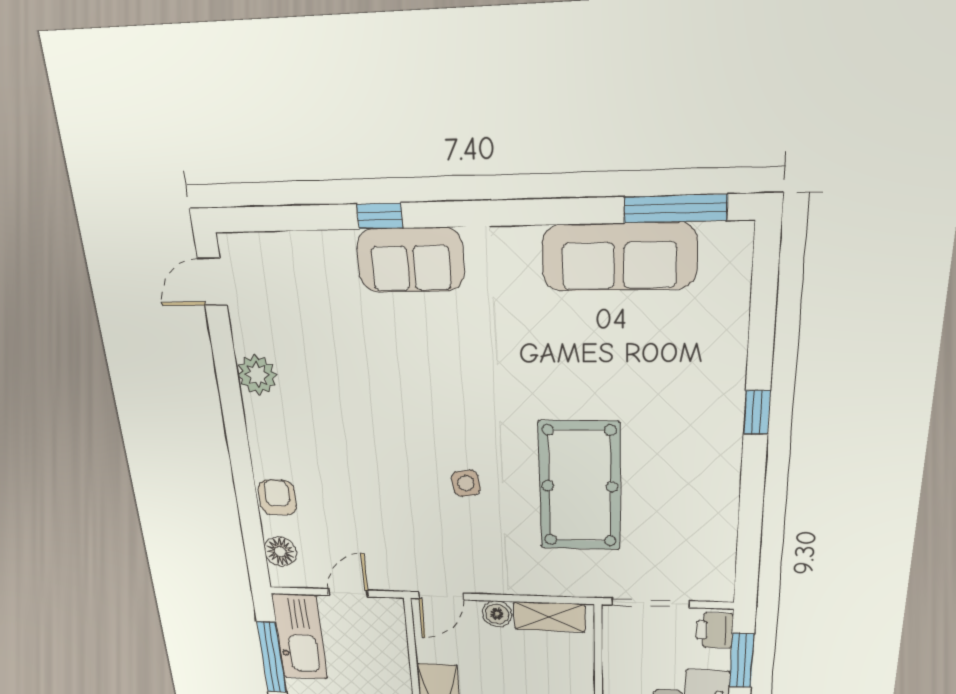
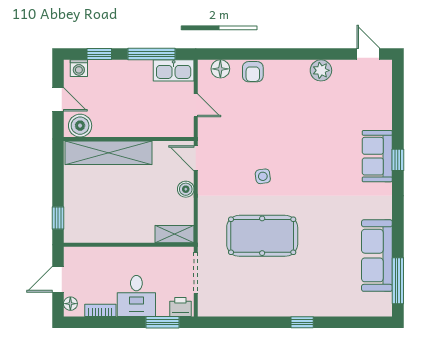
window: (380, 216) -> (398, 160), moved
armchair: (277, 497) -> (253, 72), turned 90
shelving: (549, 617) -> (175, 234), moved, turned 90
kitchen sink: (300, 637) -> (174, 70), width x0.73, depth x0.81

